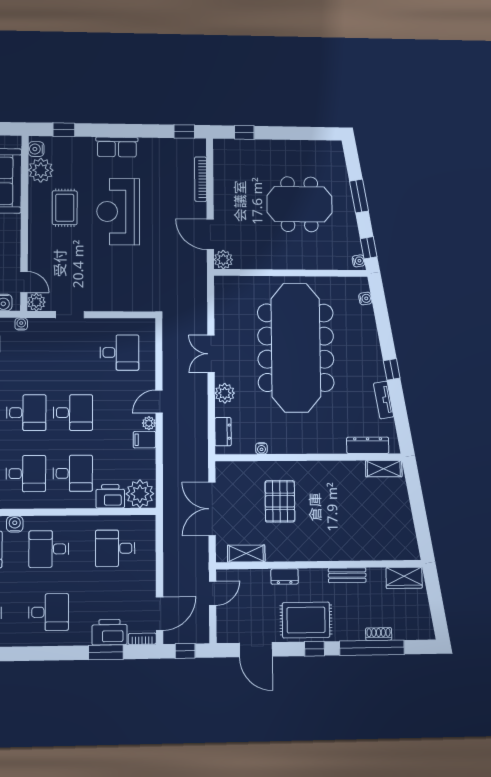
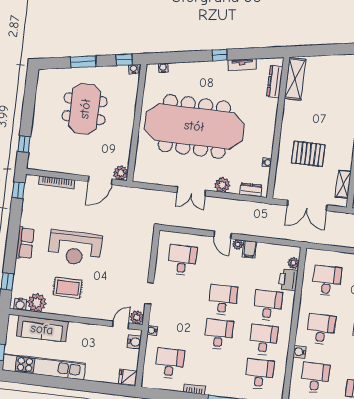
shelving: (384, 469) -> (295, 79), width x1.50, depth x1.33
plant: (140, 494) -> (293, 263), width x0.53, depth x0.53
desk: (115, 548) -> (327, 281), turned 180
desk: (49, 549) -> (321, 329), turned 180

